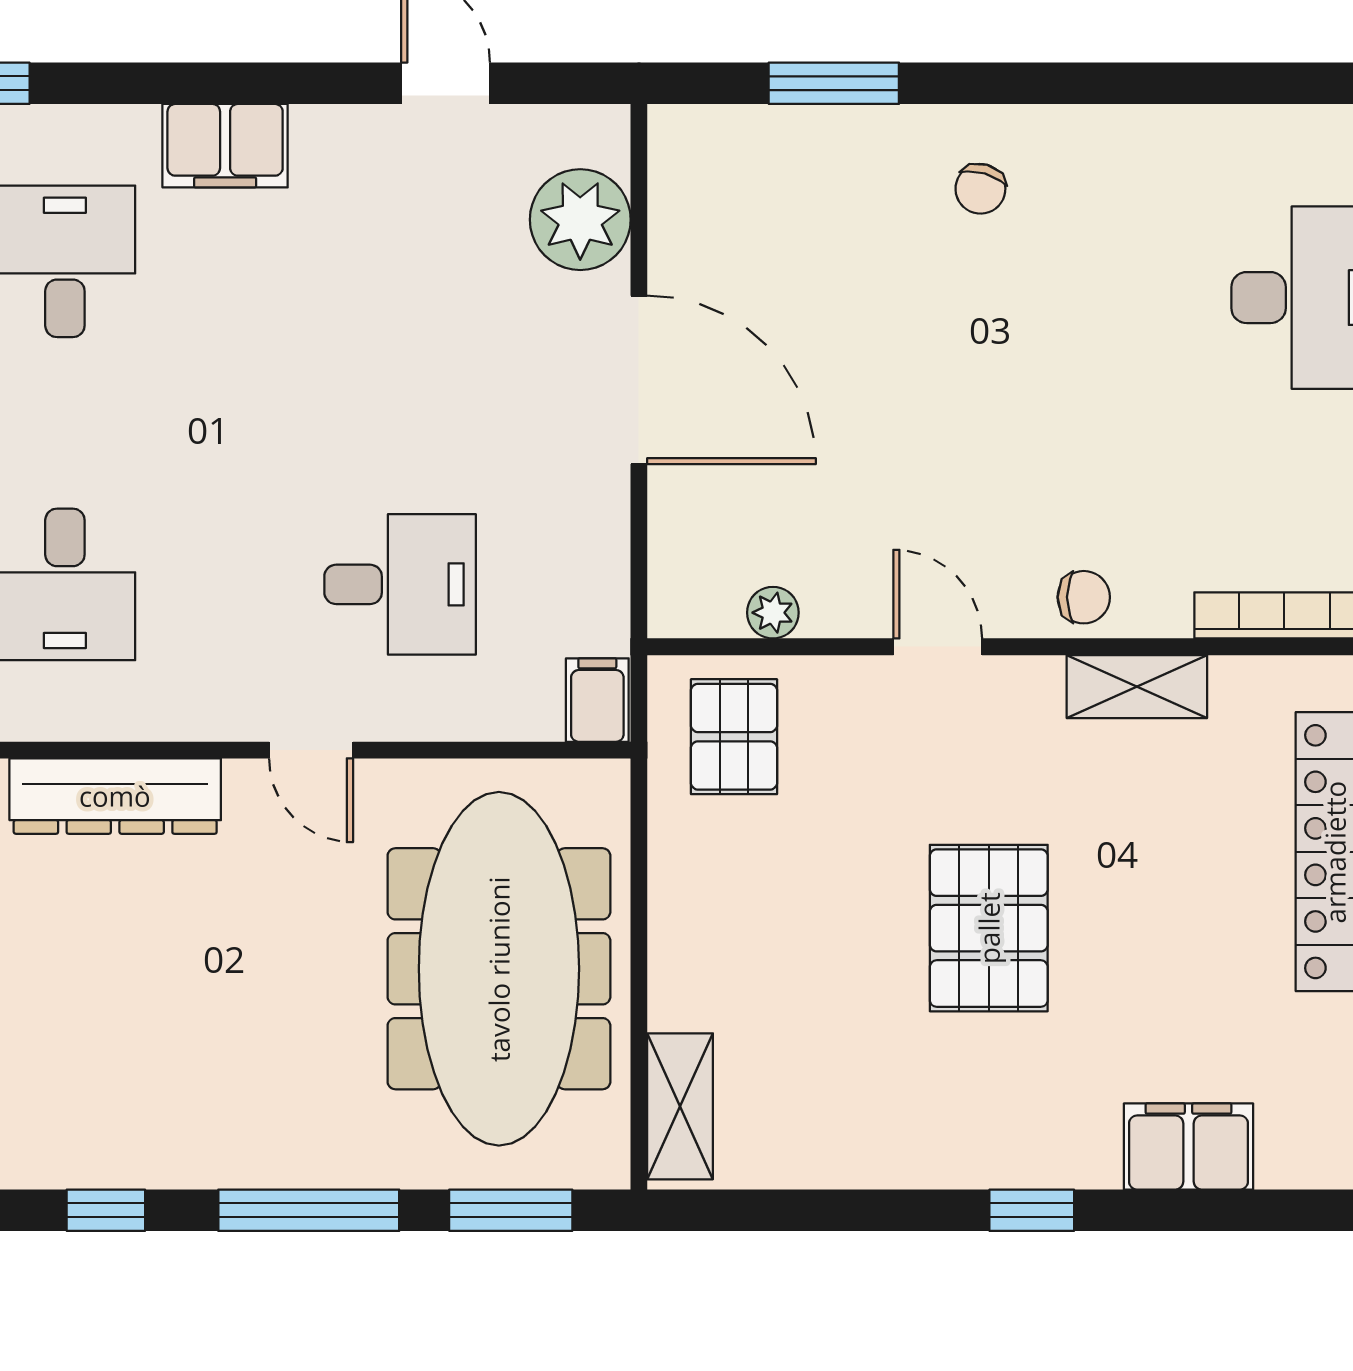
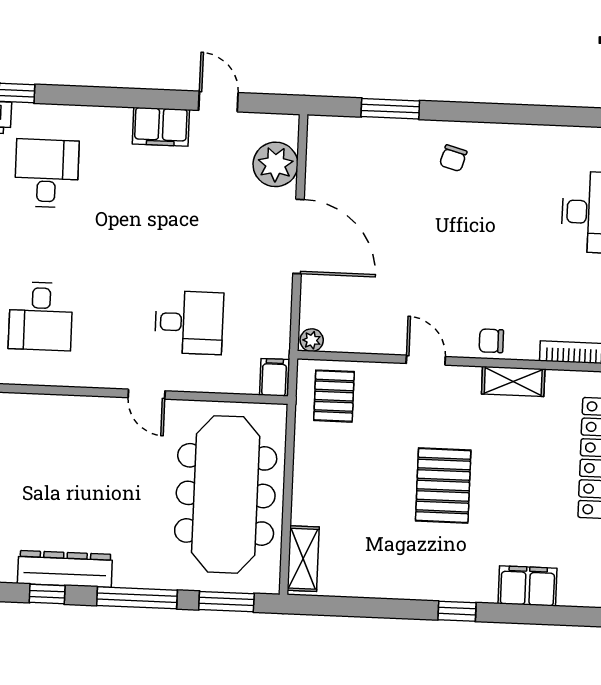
filing cabinet: (225, 146) -> (161, 127), moved
chair: (1084, 597) -> (491, 341), turned 180
plant: (773, 613) -> (312, 340), moved
dresser: (115, 796) -> (65, 569), moved, turned 180

